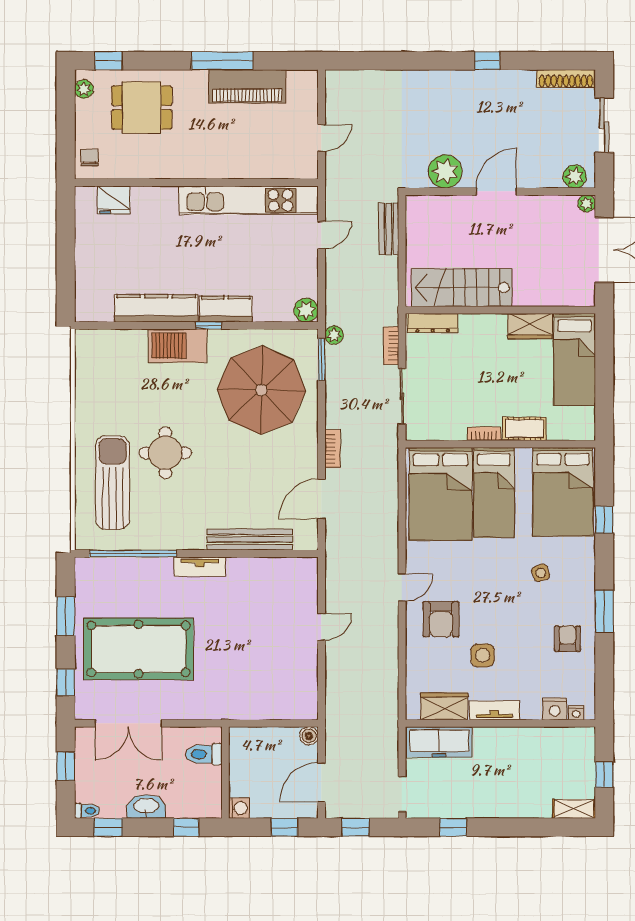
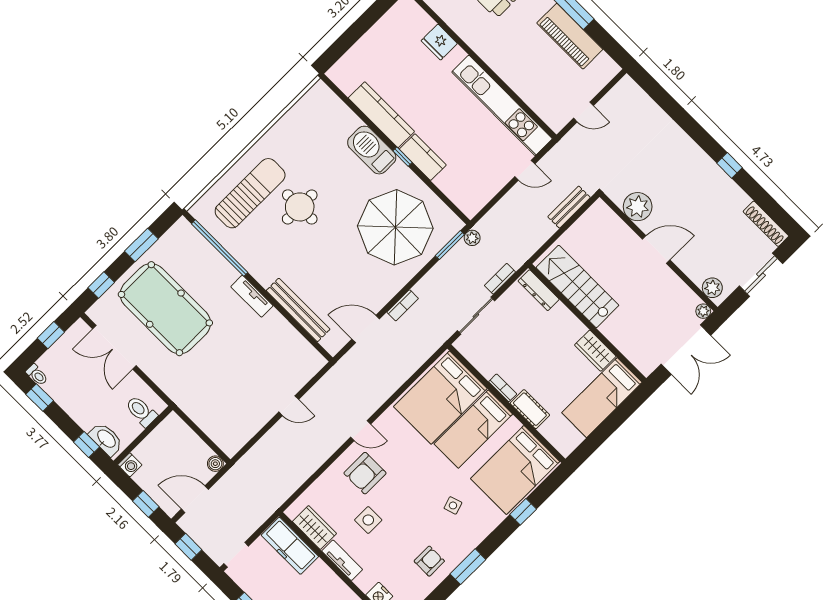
fridge: (114, 200) -> (439, 42), moved
plant: (306, 310) -> (470, 206), removed
washbasin: (146, 806) -> (106, 439), moved

